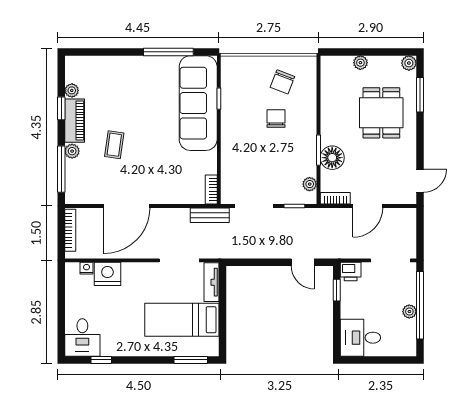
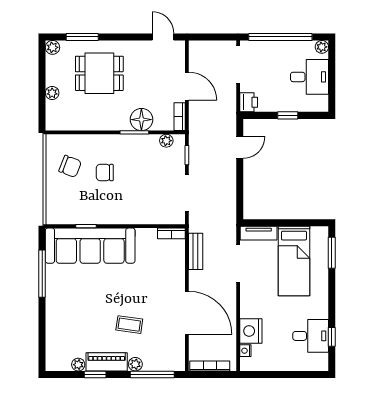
bench: (210, 215) -> (196, 251), moved
window: (337, 290) -> (288, 115), moved
plant: (409, 312) -> (322, 47), moved
desk: (82, 337) -> (311, 336), moved
desk: (360, 338) -> (309, 77), moved, turned -90

